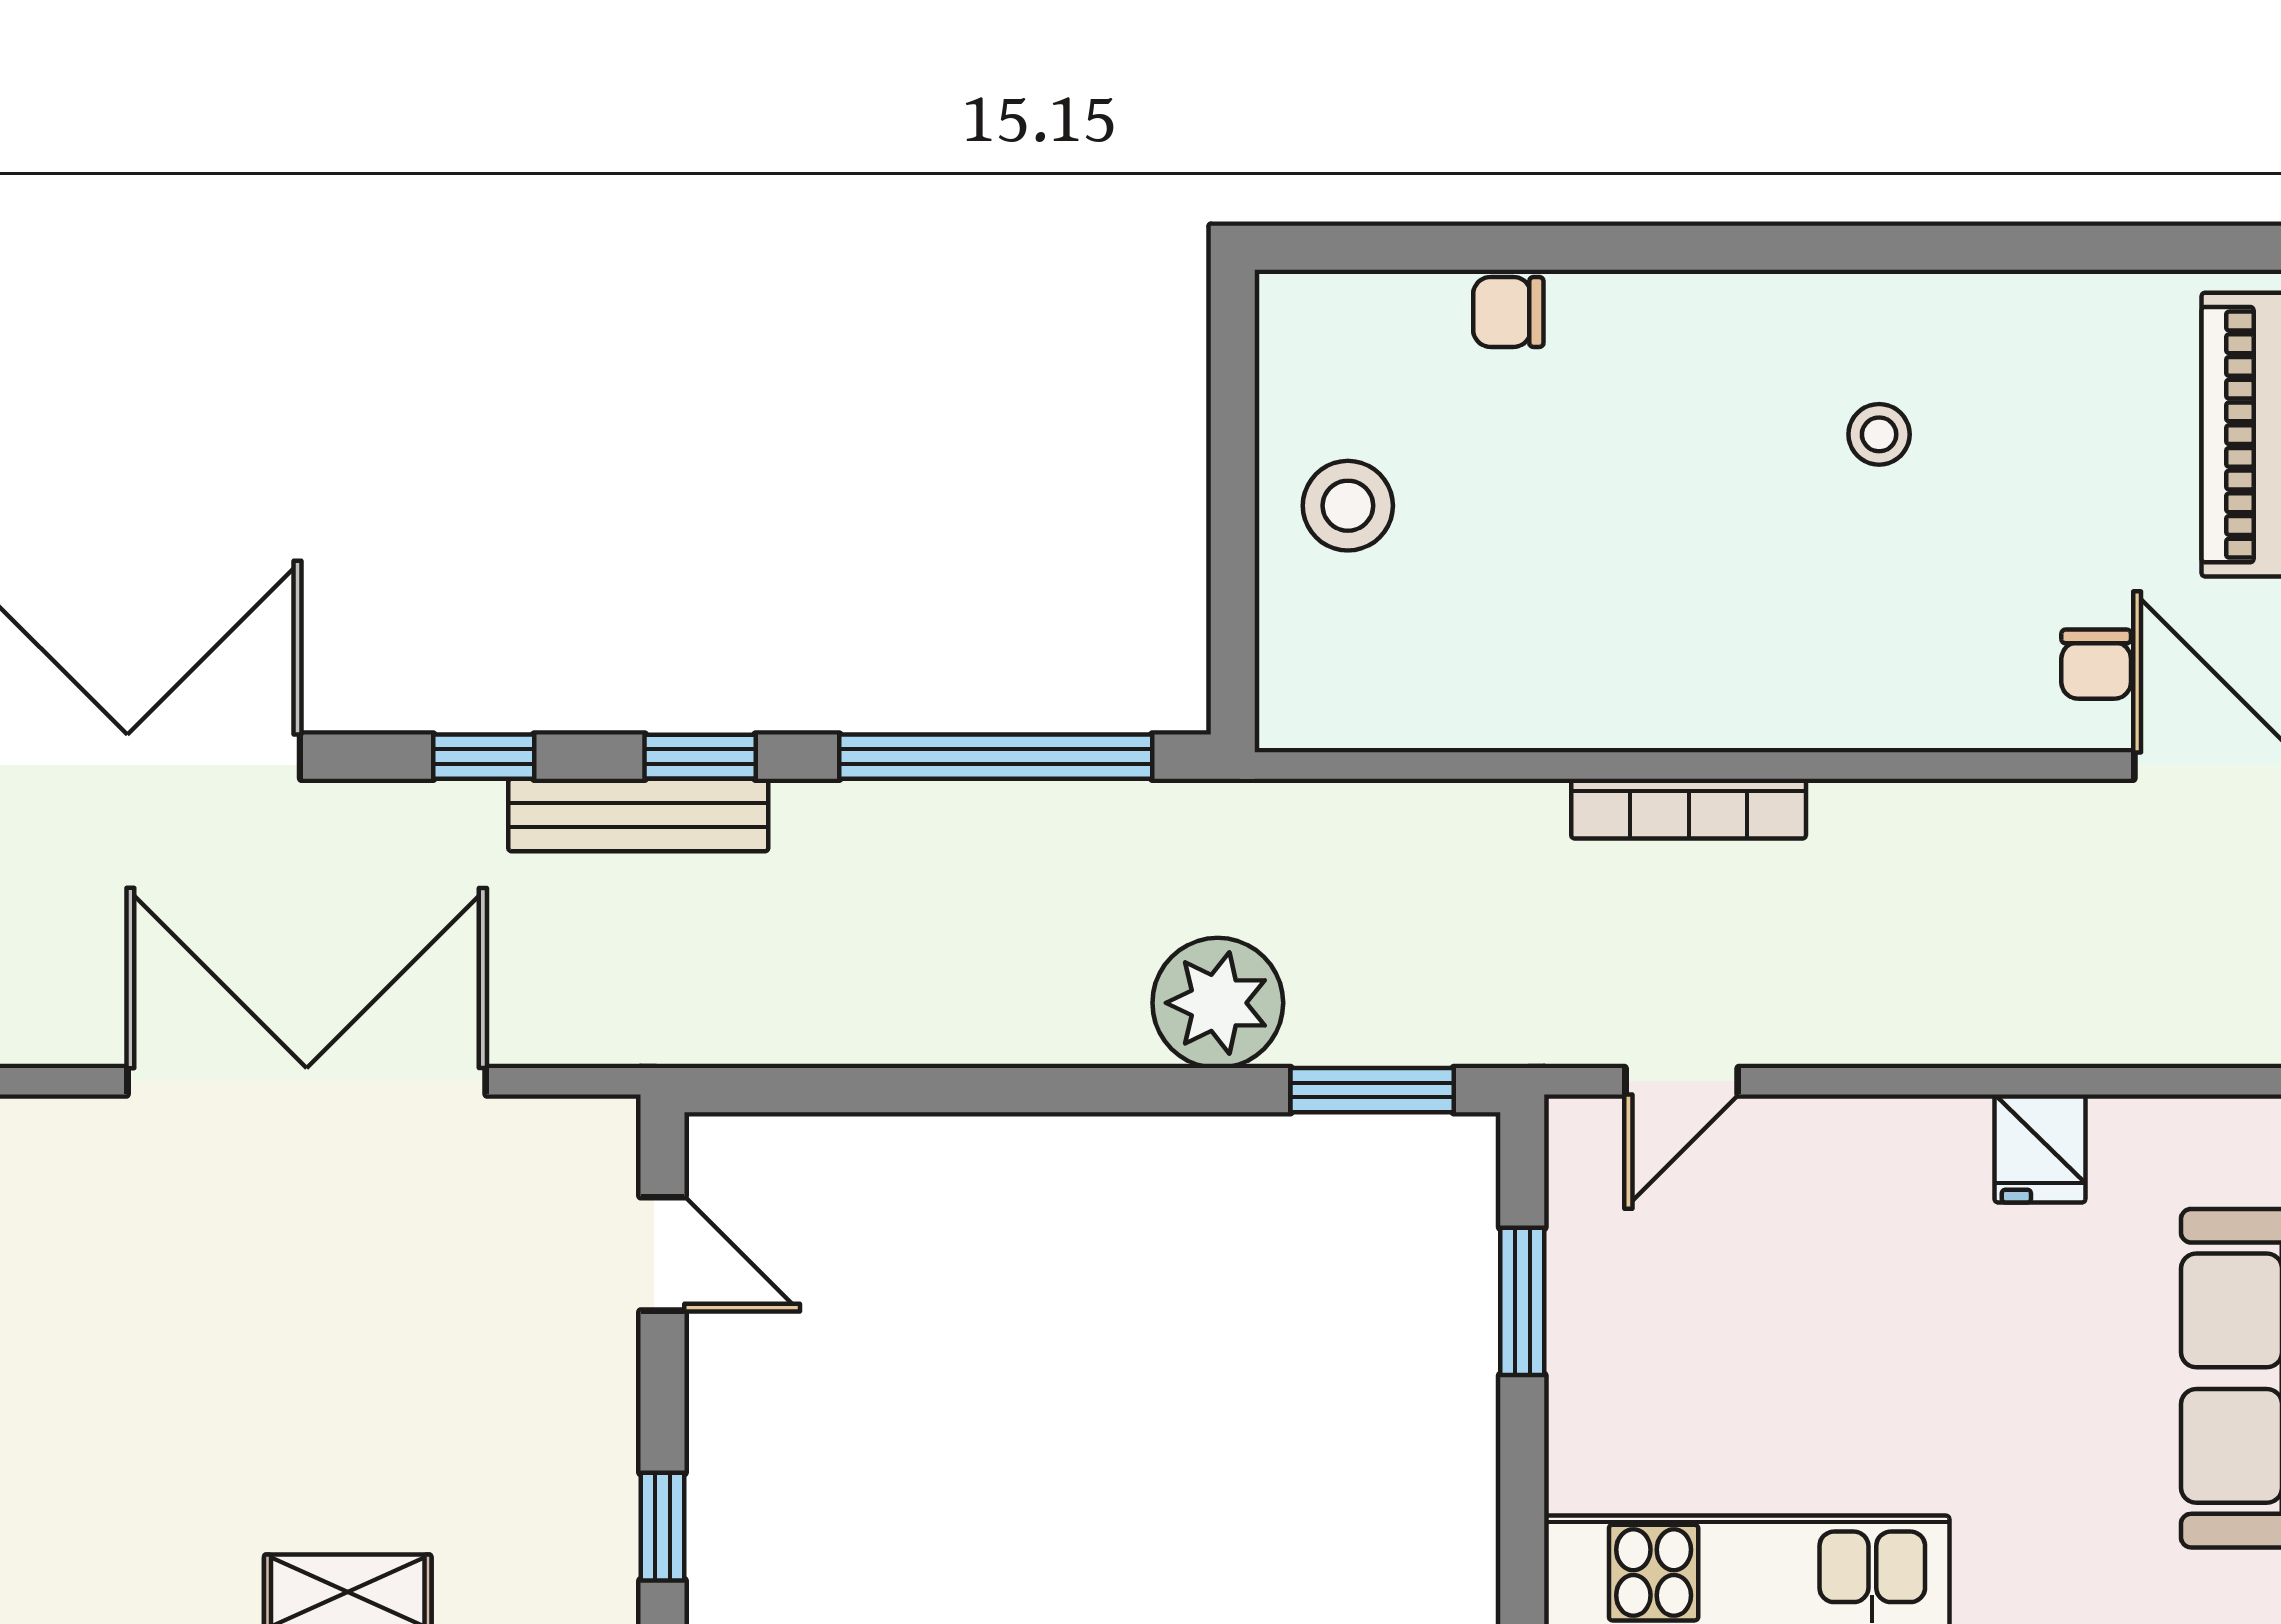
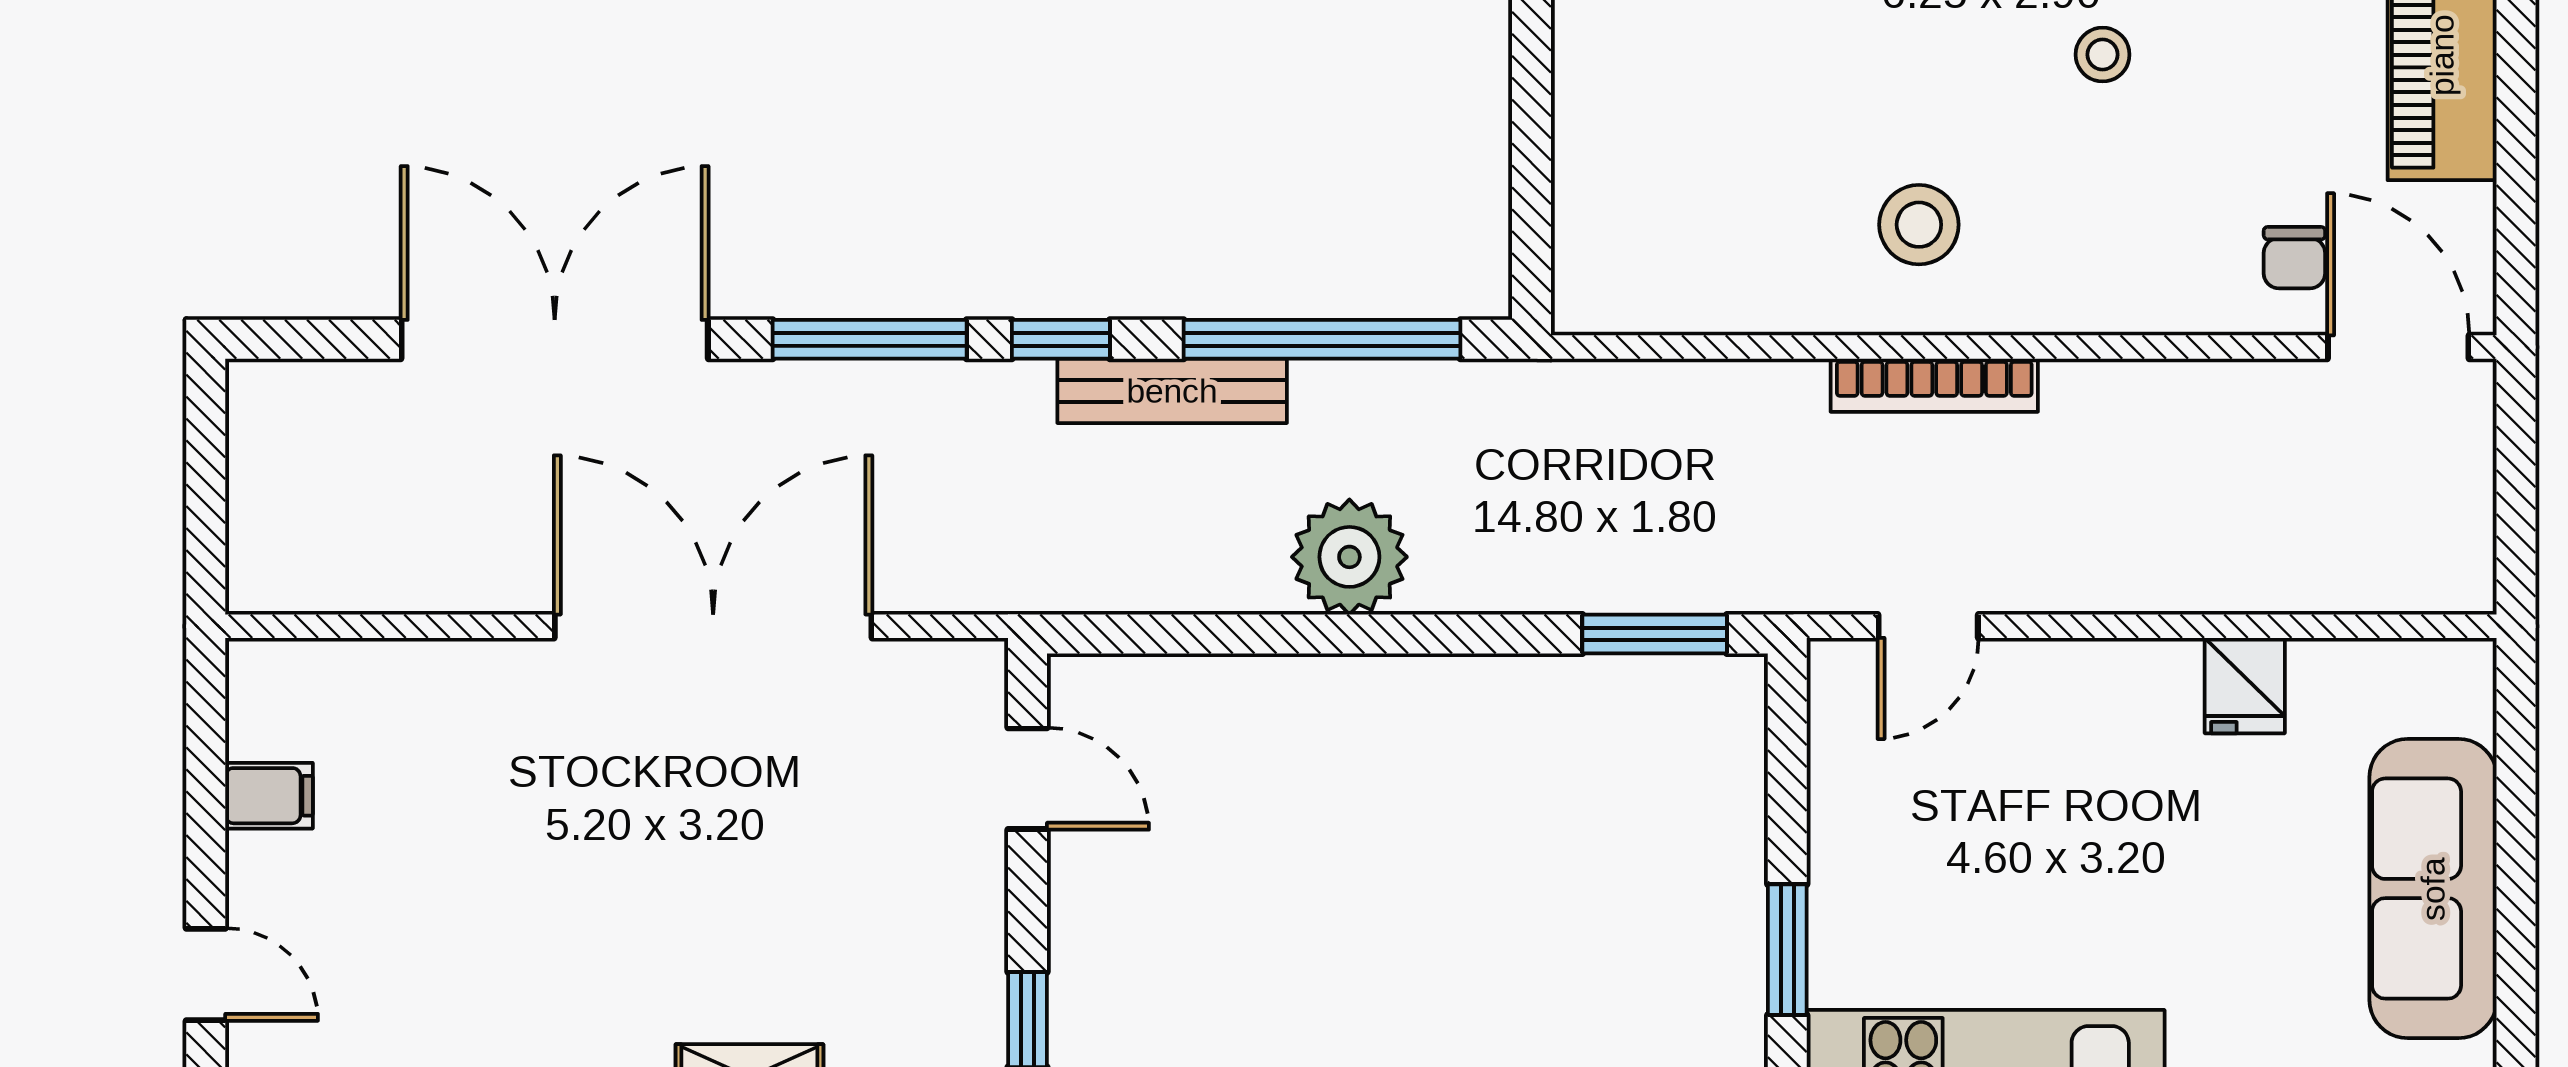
stool: (1348, 506) -> (1919, 225), moved
window: (484, 757) -> (870, 339), width x2.17
bench: (638, 815) -> (1172, 391), moved
plant: (1218, 1003) -> (1349, 557), moved
window: (1522, 1301) -> (1787, 950), moved

